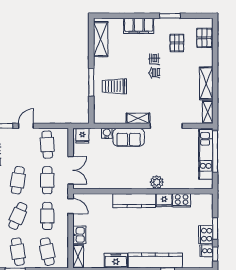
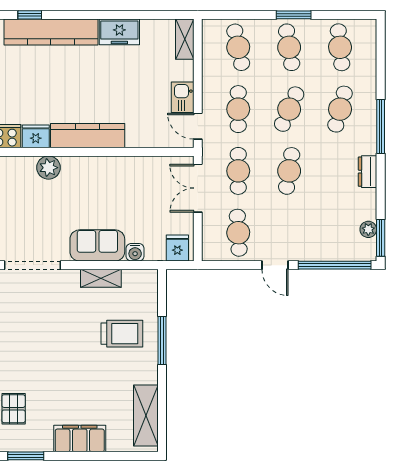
shelving: (138, 118) -> (101, 278), moved
door: (26, 126) -> (275, 265), hinge flipped
kitchen sink: (79, 235) -> (183, 97), moved

